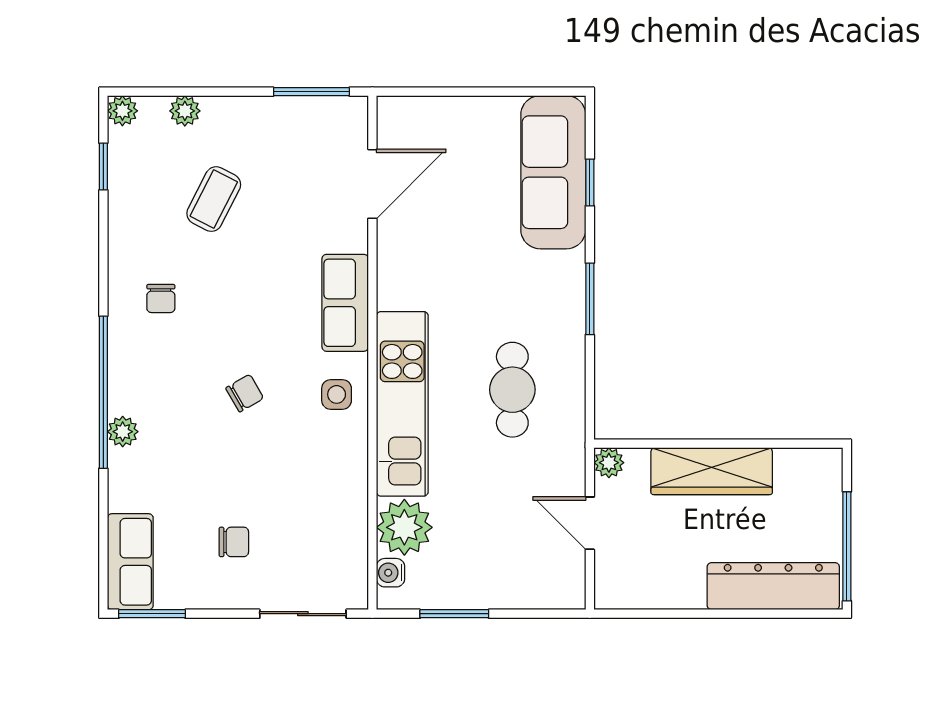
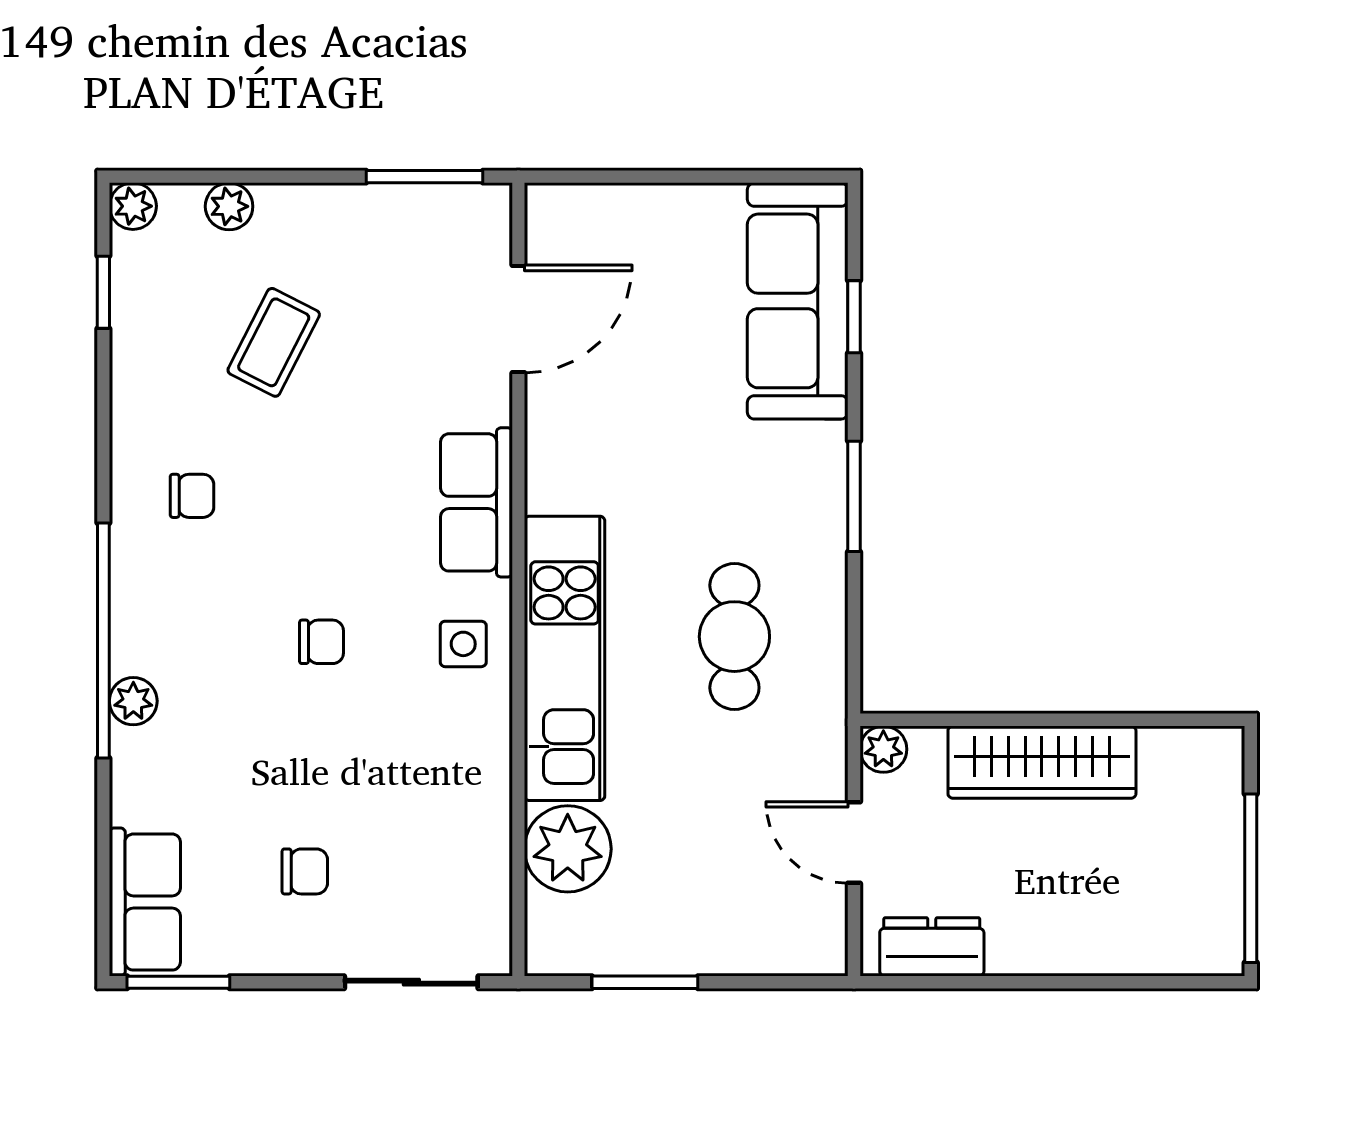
chair: (161, 299) -> (192, 496), turned -90
chair: (245, 393) -> (321, 642), turned 30
water cooler: (390, 573) -> (546, 919), removed
dresser: (773, 586) -> (932, 947), moved, width x0.51, depth x0.80

